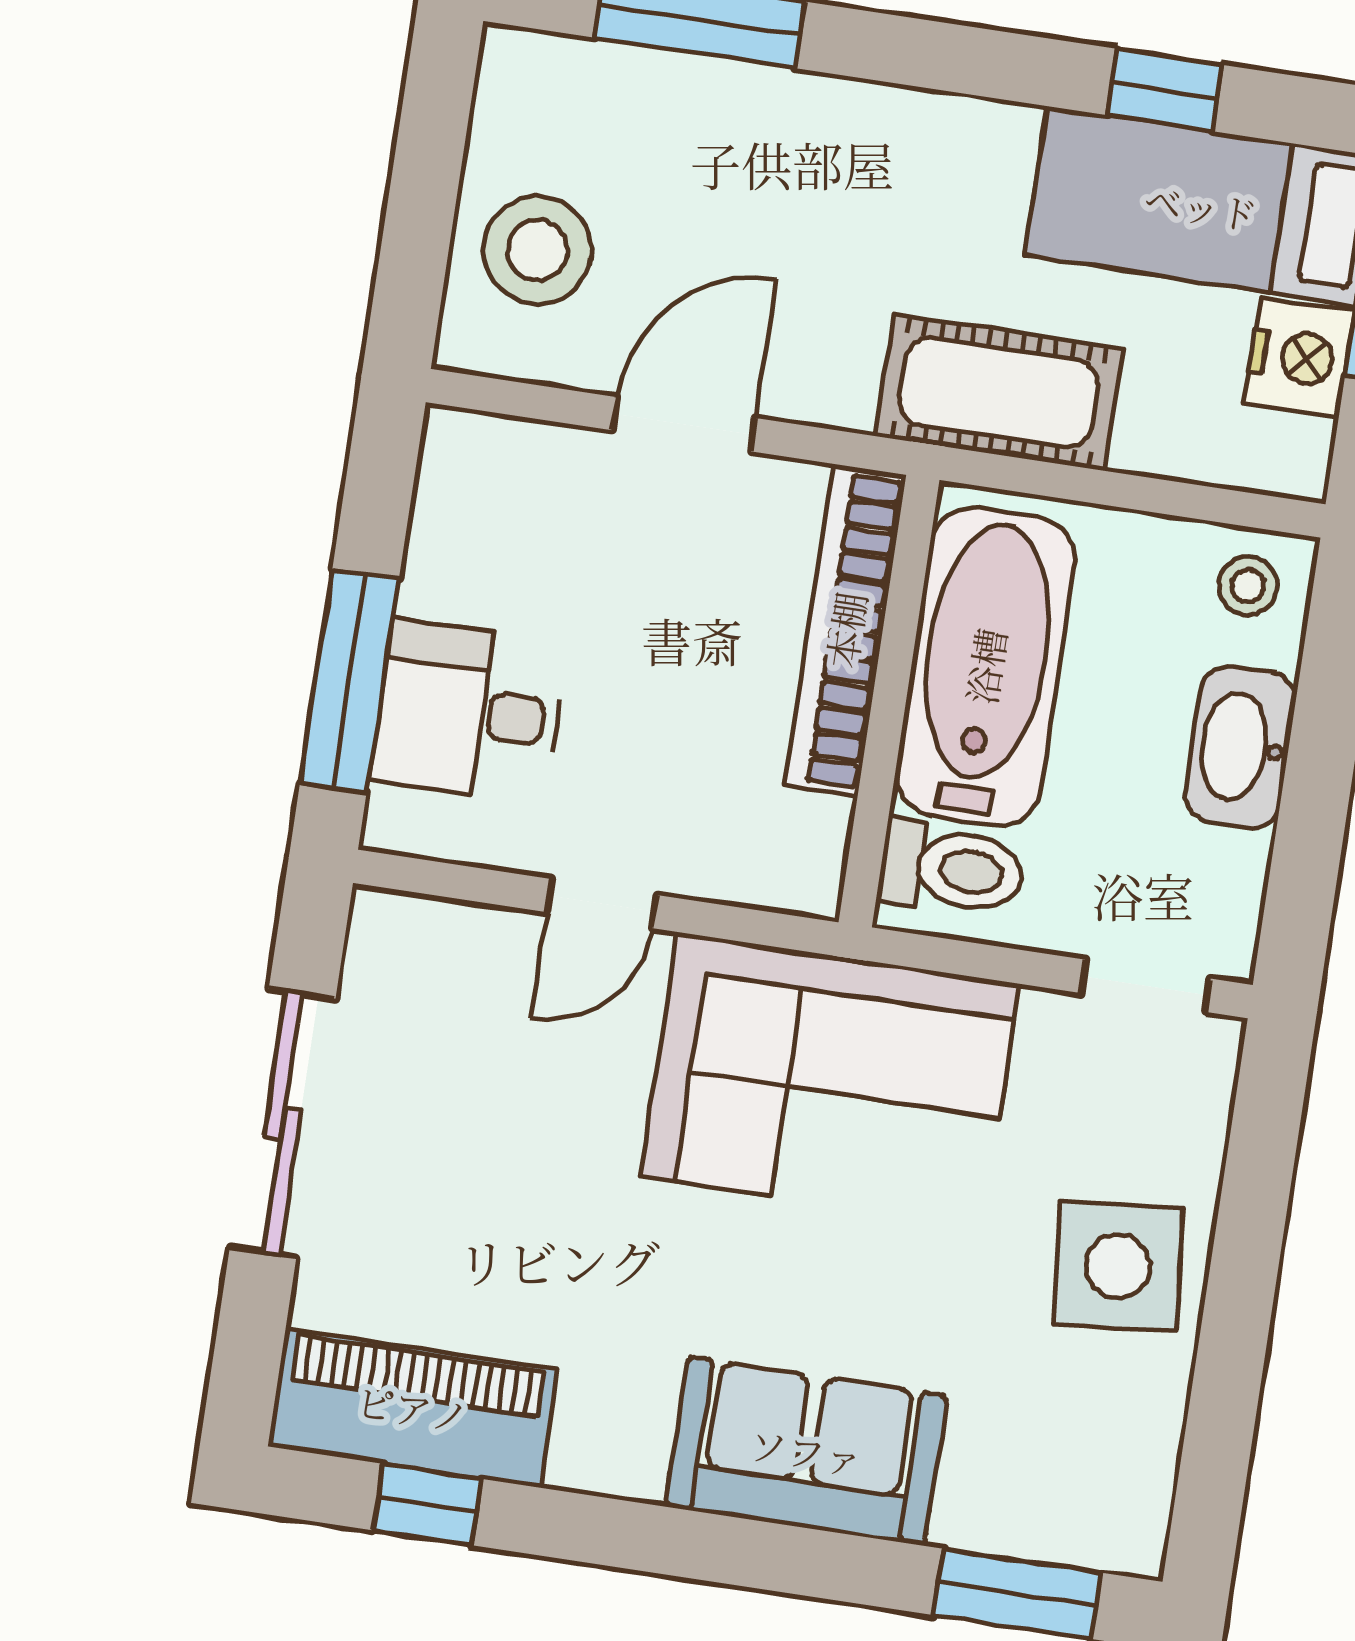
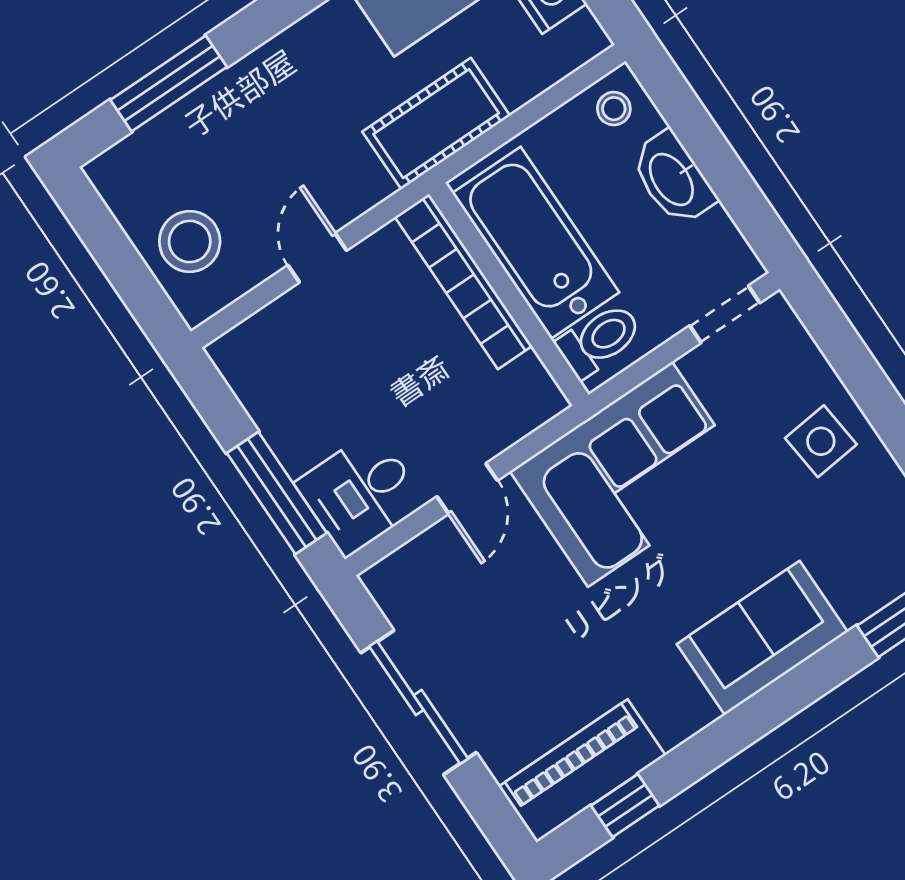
door: (684, 424) -> (317, 258), width x0.73
desk: (468, 712) -> (360, 493), moved
side table: (1118, 1266) -> (821, 441), width x0.73, depth x0.73

